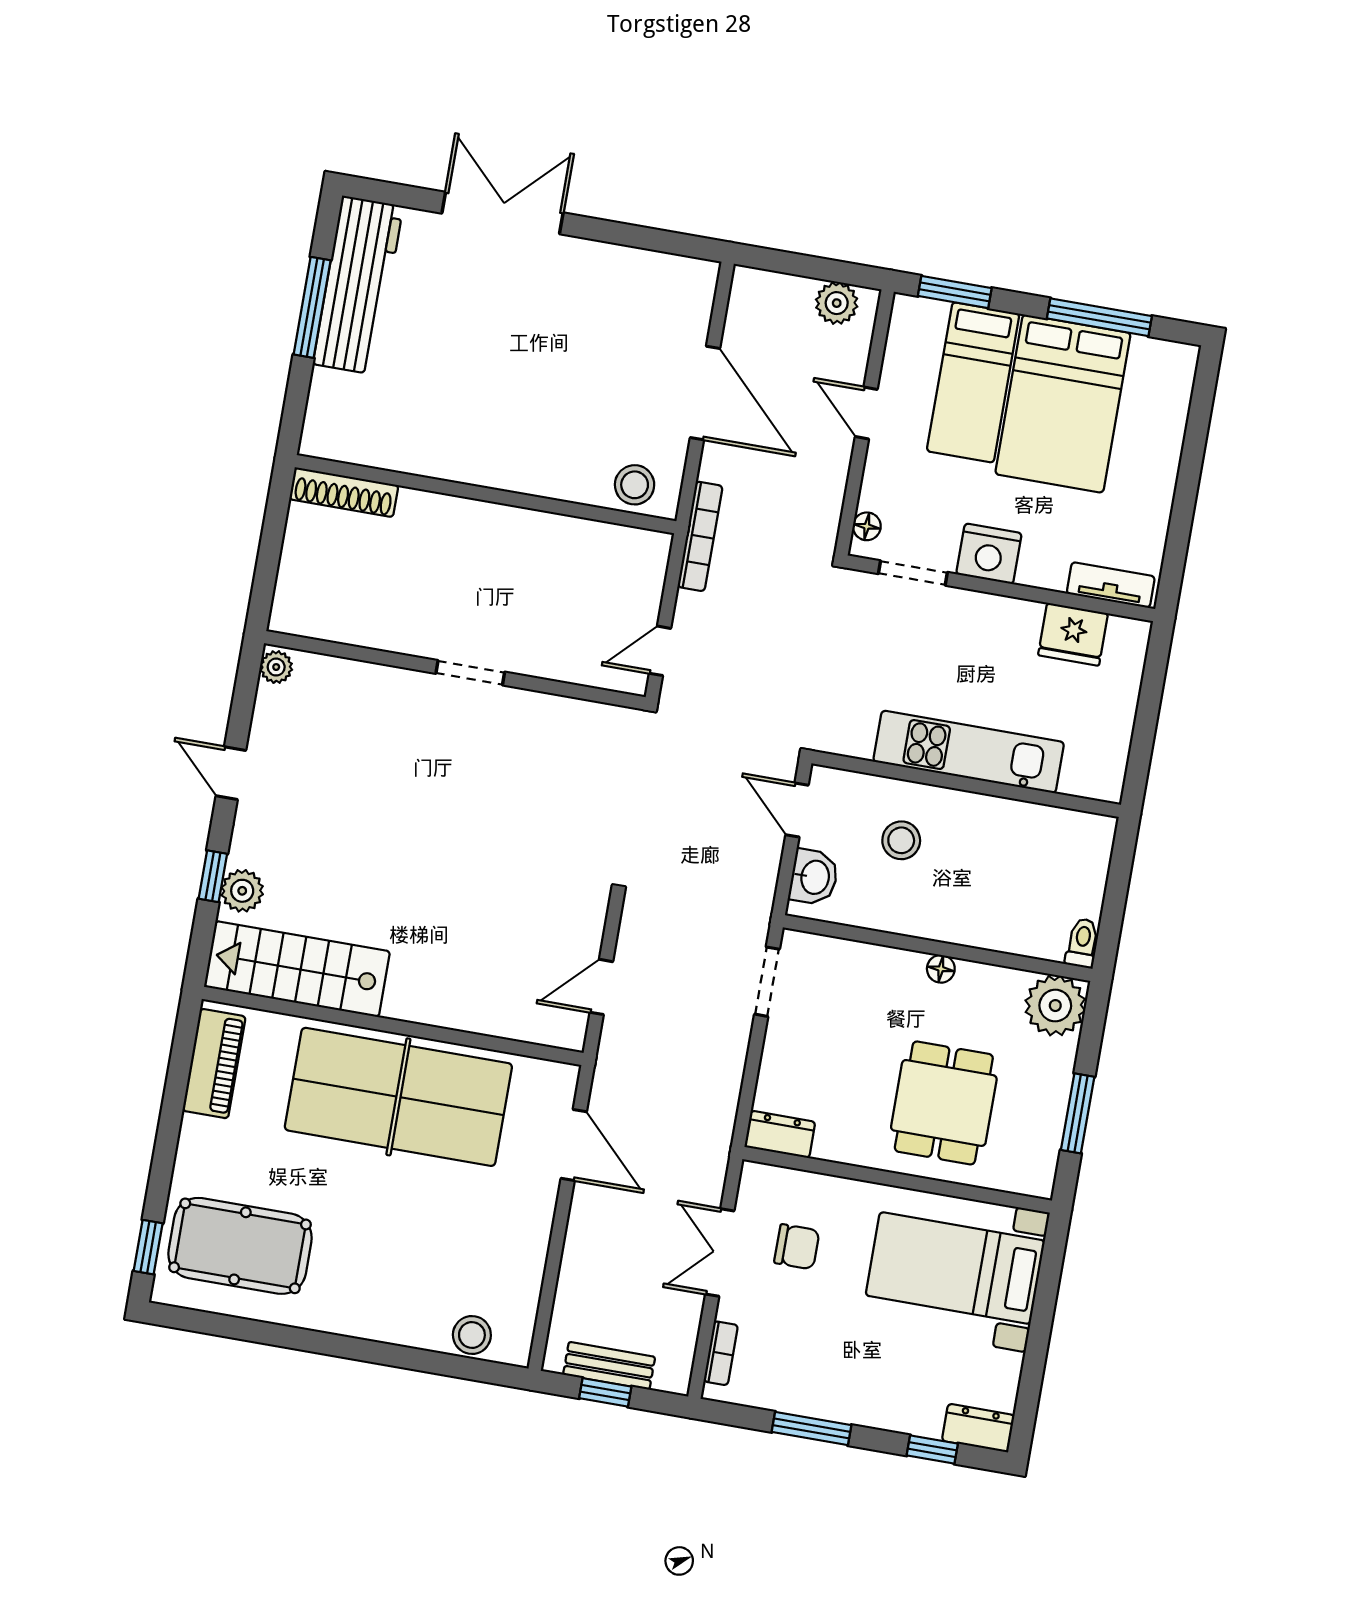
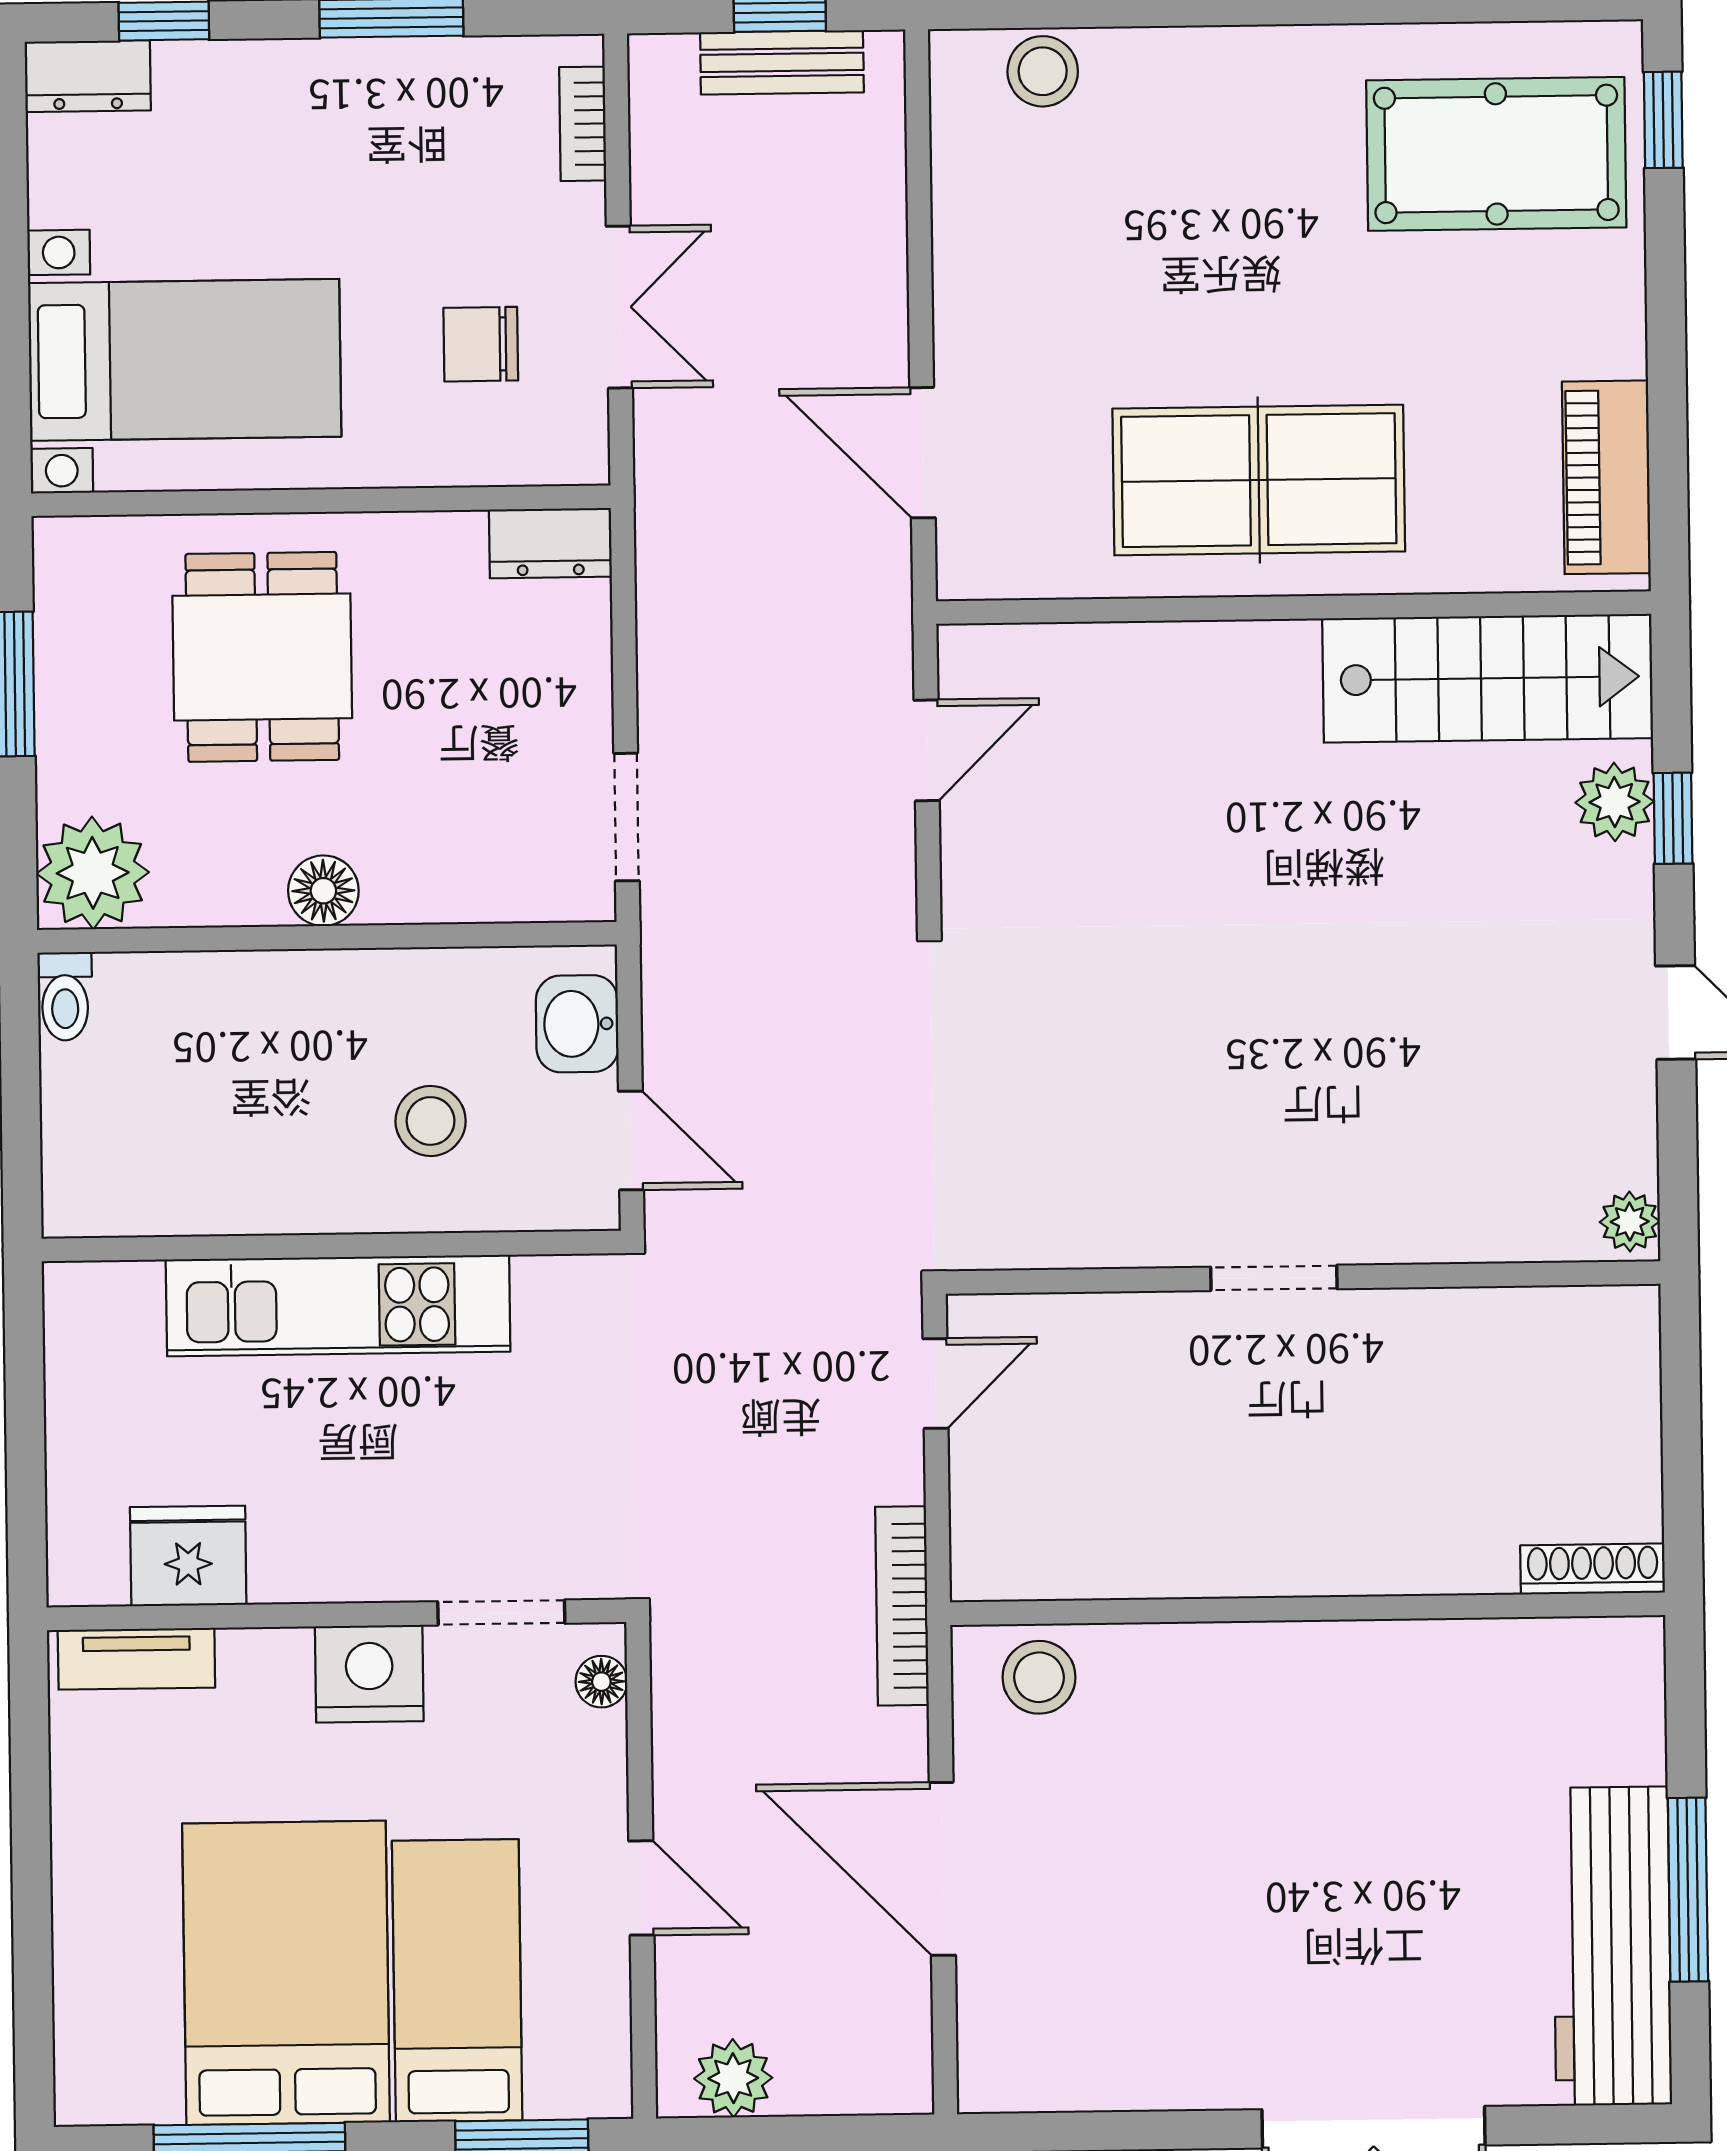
shoe rack: (344, 492) -> (1593, 1569), width x0.74, depth x0.81
floor lamp: (941, 969) -> (323, 891), width x1.37, depth x1.37
table tennis table: (398, 1097) -> (1259, 480), width x0.73, depth x0.76

